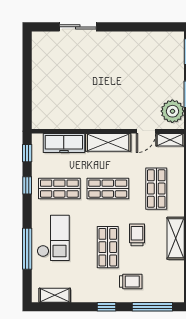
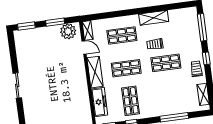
sliding door: (78, 27) -> (17, 85), moved
shop shelf: (108, 189) -> (126, 68), turned 90
checkout: (53, 238) -> (164, 101), removed
trolley: (131, 281) -> (196, 69), moved

